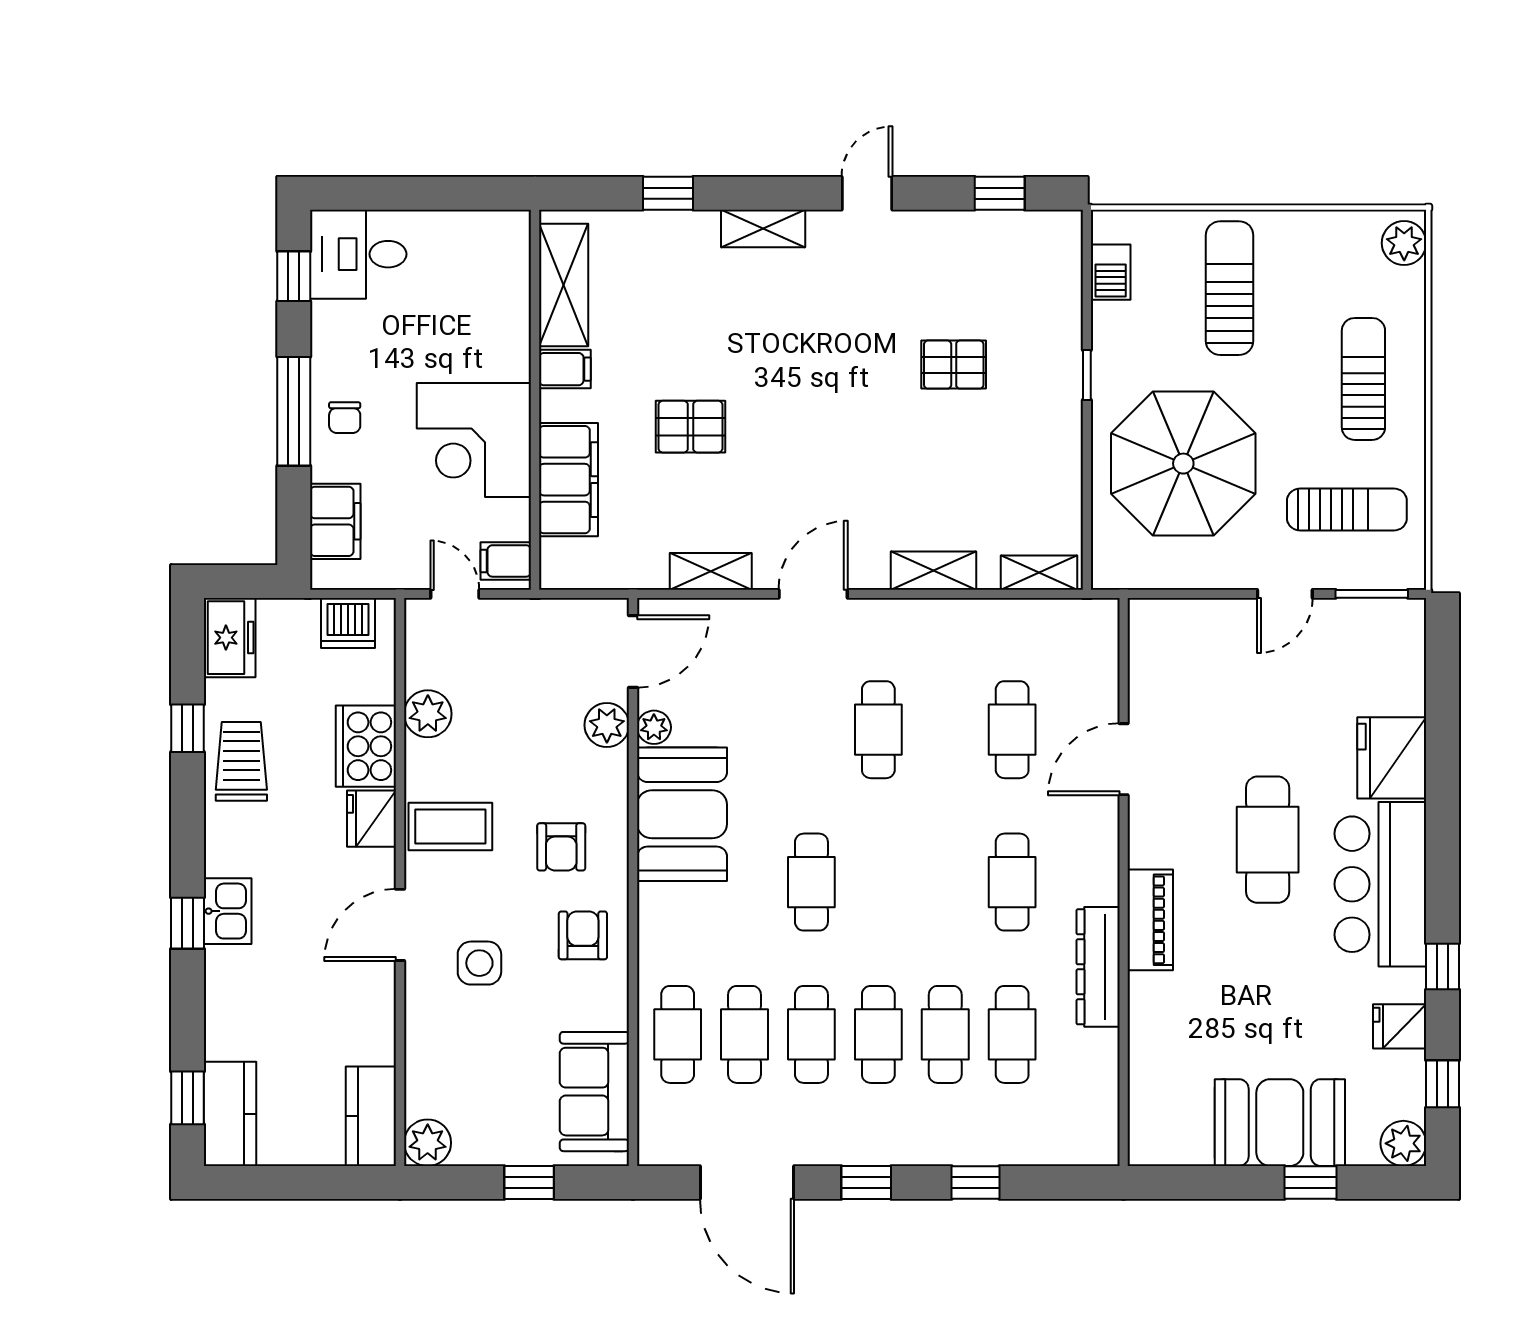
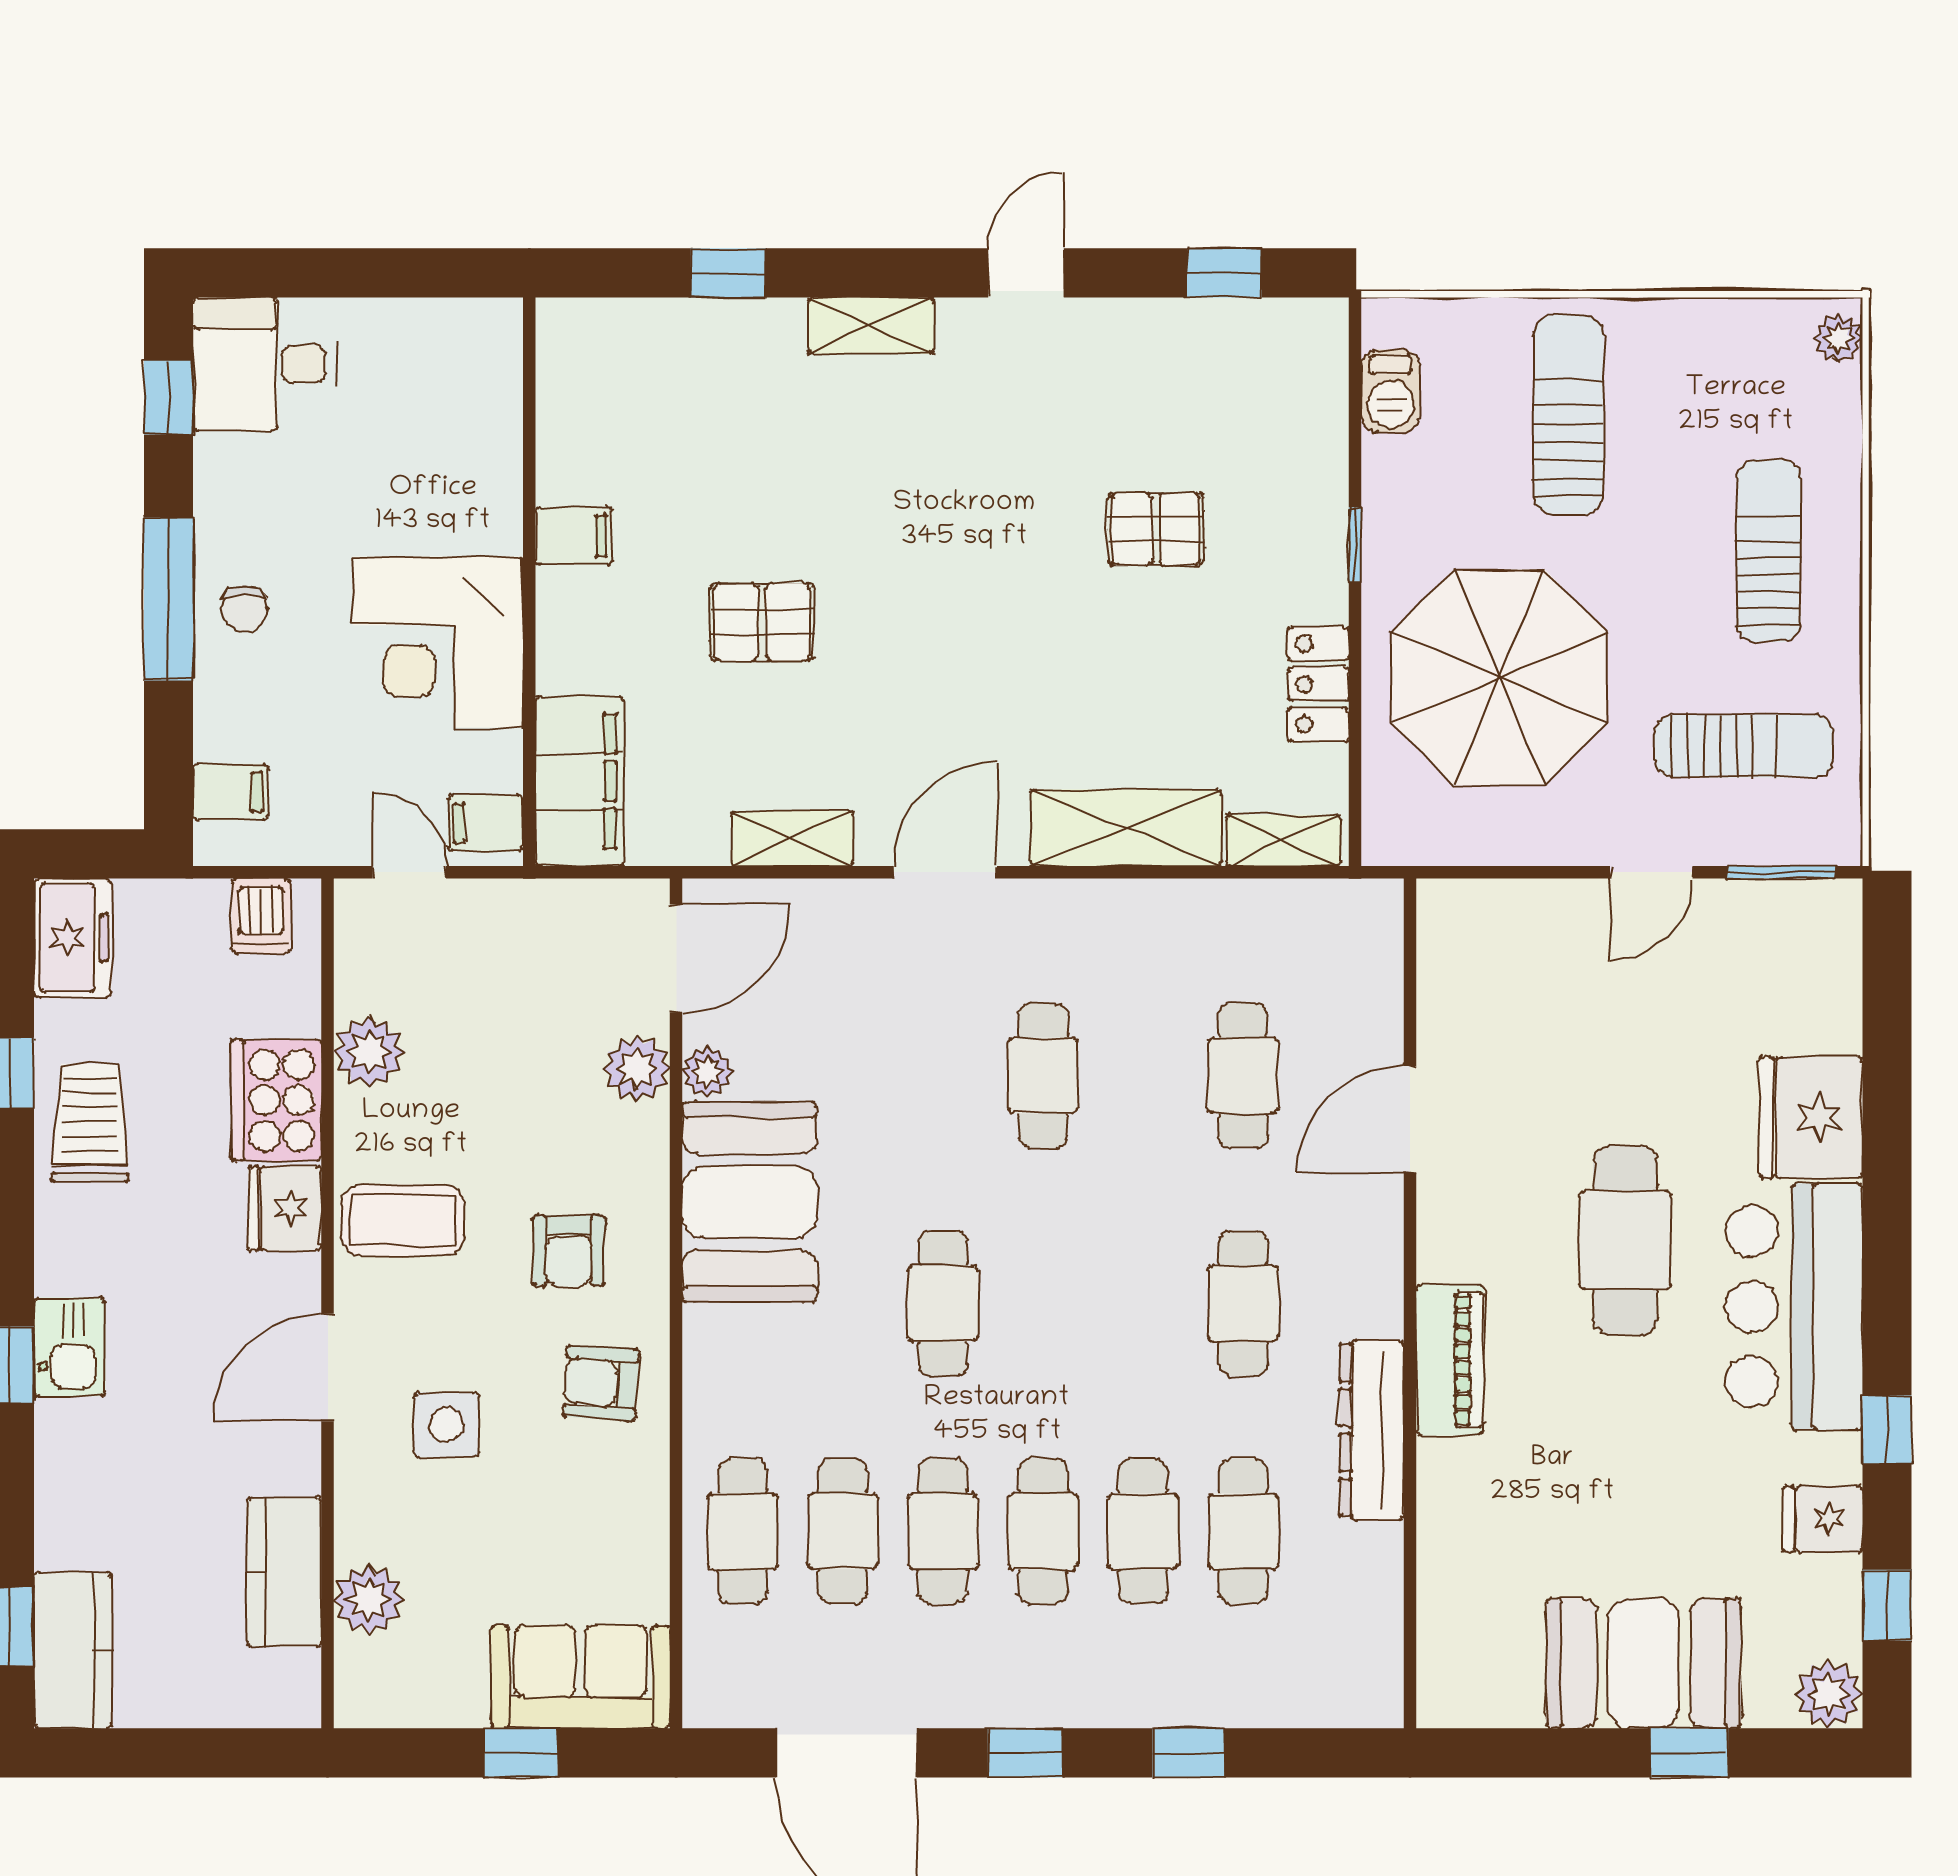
plant: (1404, 243) -> (1838, 338), width x0.73, depth x0.73
shelving: (564, 285) -> (572, 410), removed
locker: (1062, 468) -> (1318, 684), added
filing cabinet: (568, 480) -> (579, 781), moved
filing cabinet: (335, 521) -> (231, 792), width x0.50
shelving: (934, 571) -> (1126, 828), width x1.50, depth x1.33
dishwasher: (348, 623) -> (261, 916), width x0.73
armchair: (583, 935) -> (601, 1383), turned -86
sofa: (594, 1092) -> (581, 1677), moved, turned 90
kitchen counter: (371, 1116) -> (284, 1572), moved
plant: (428, 1143) -> (369, 1599), moved

